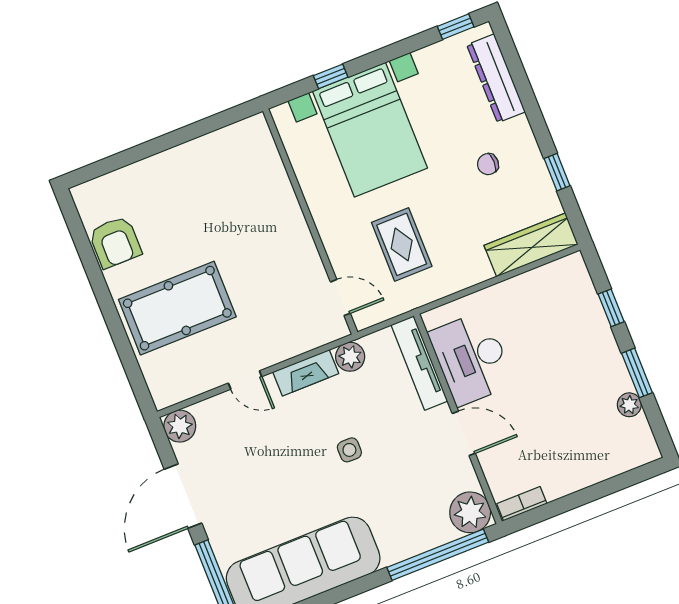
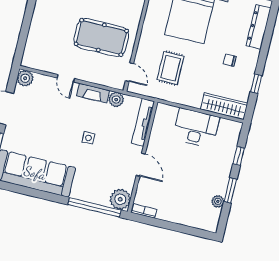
pool table: (177, 308) -> (101, 37), moved
desk: (471, 358) -> (196, 128), moved, turned 90

